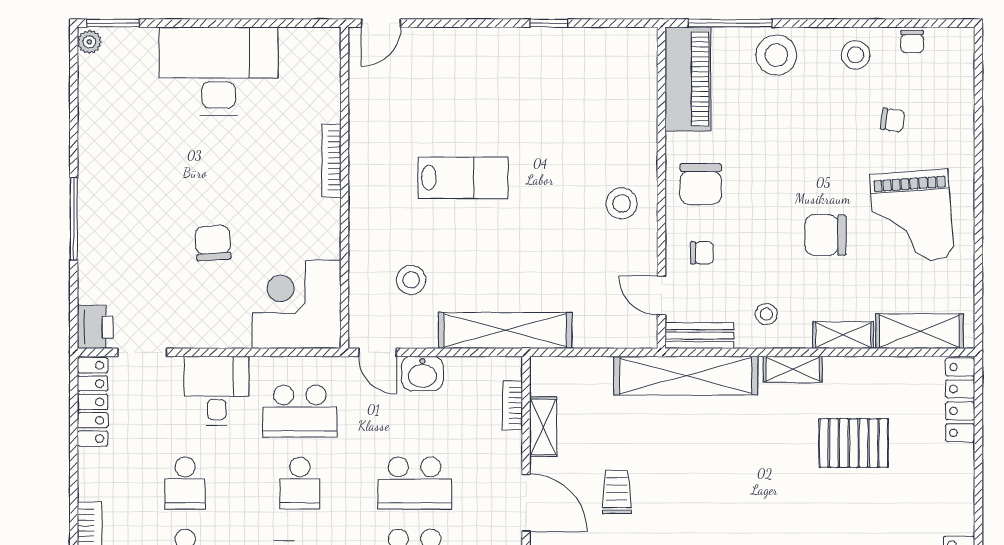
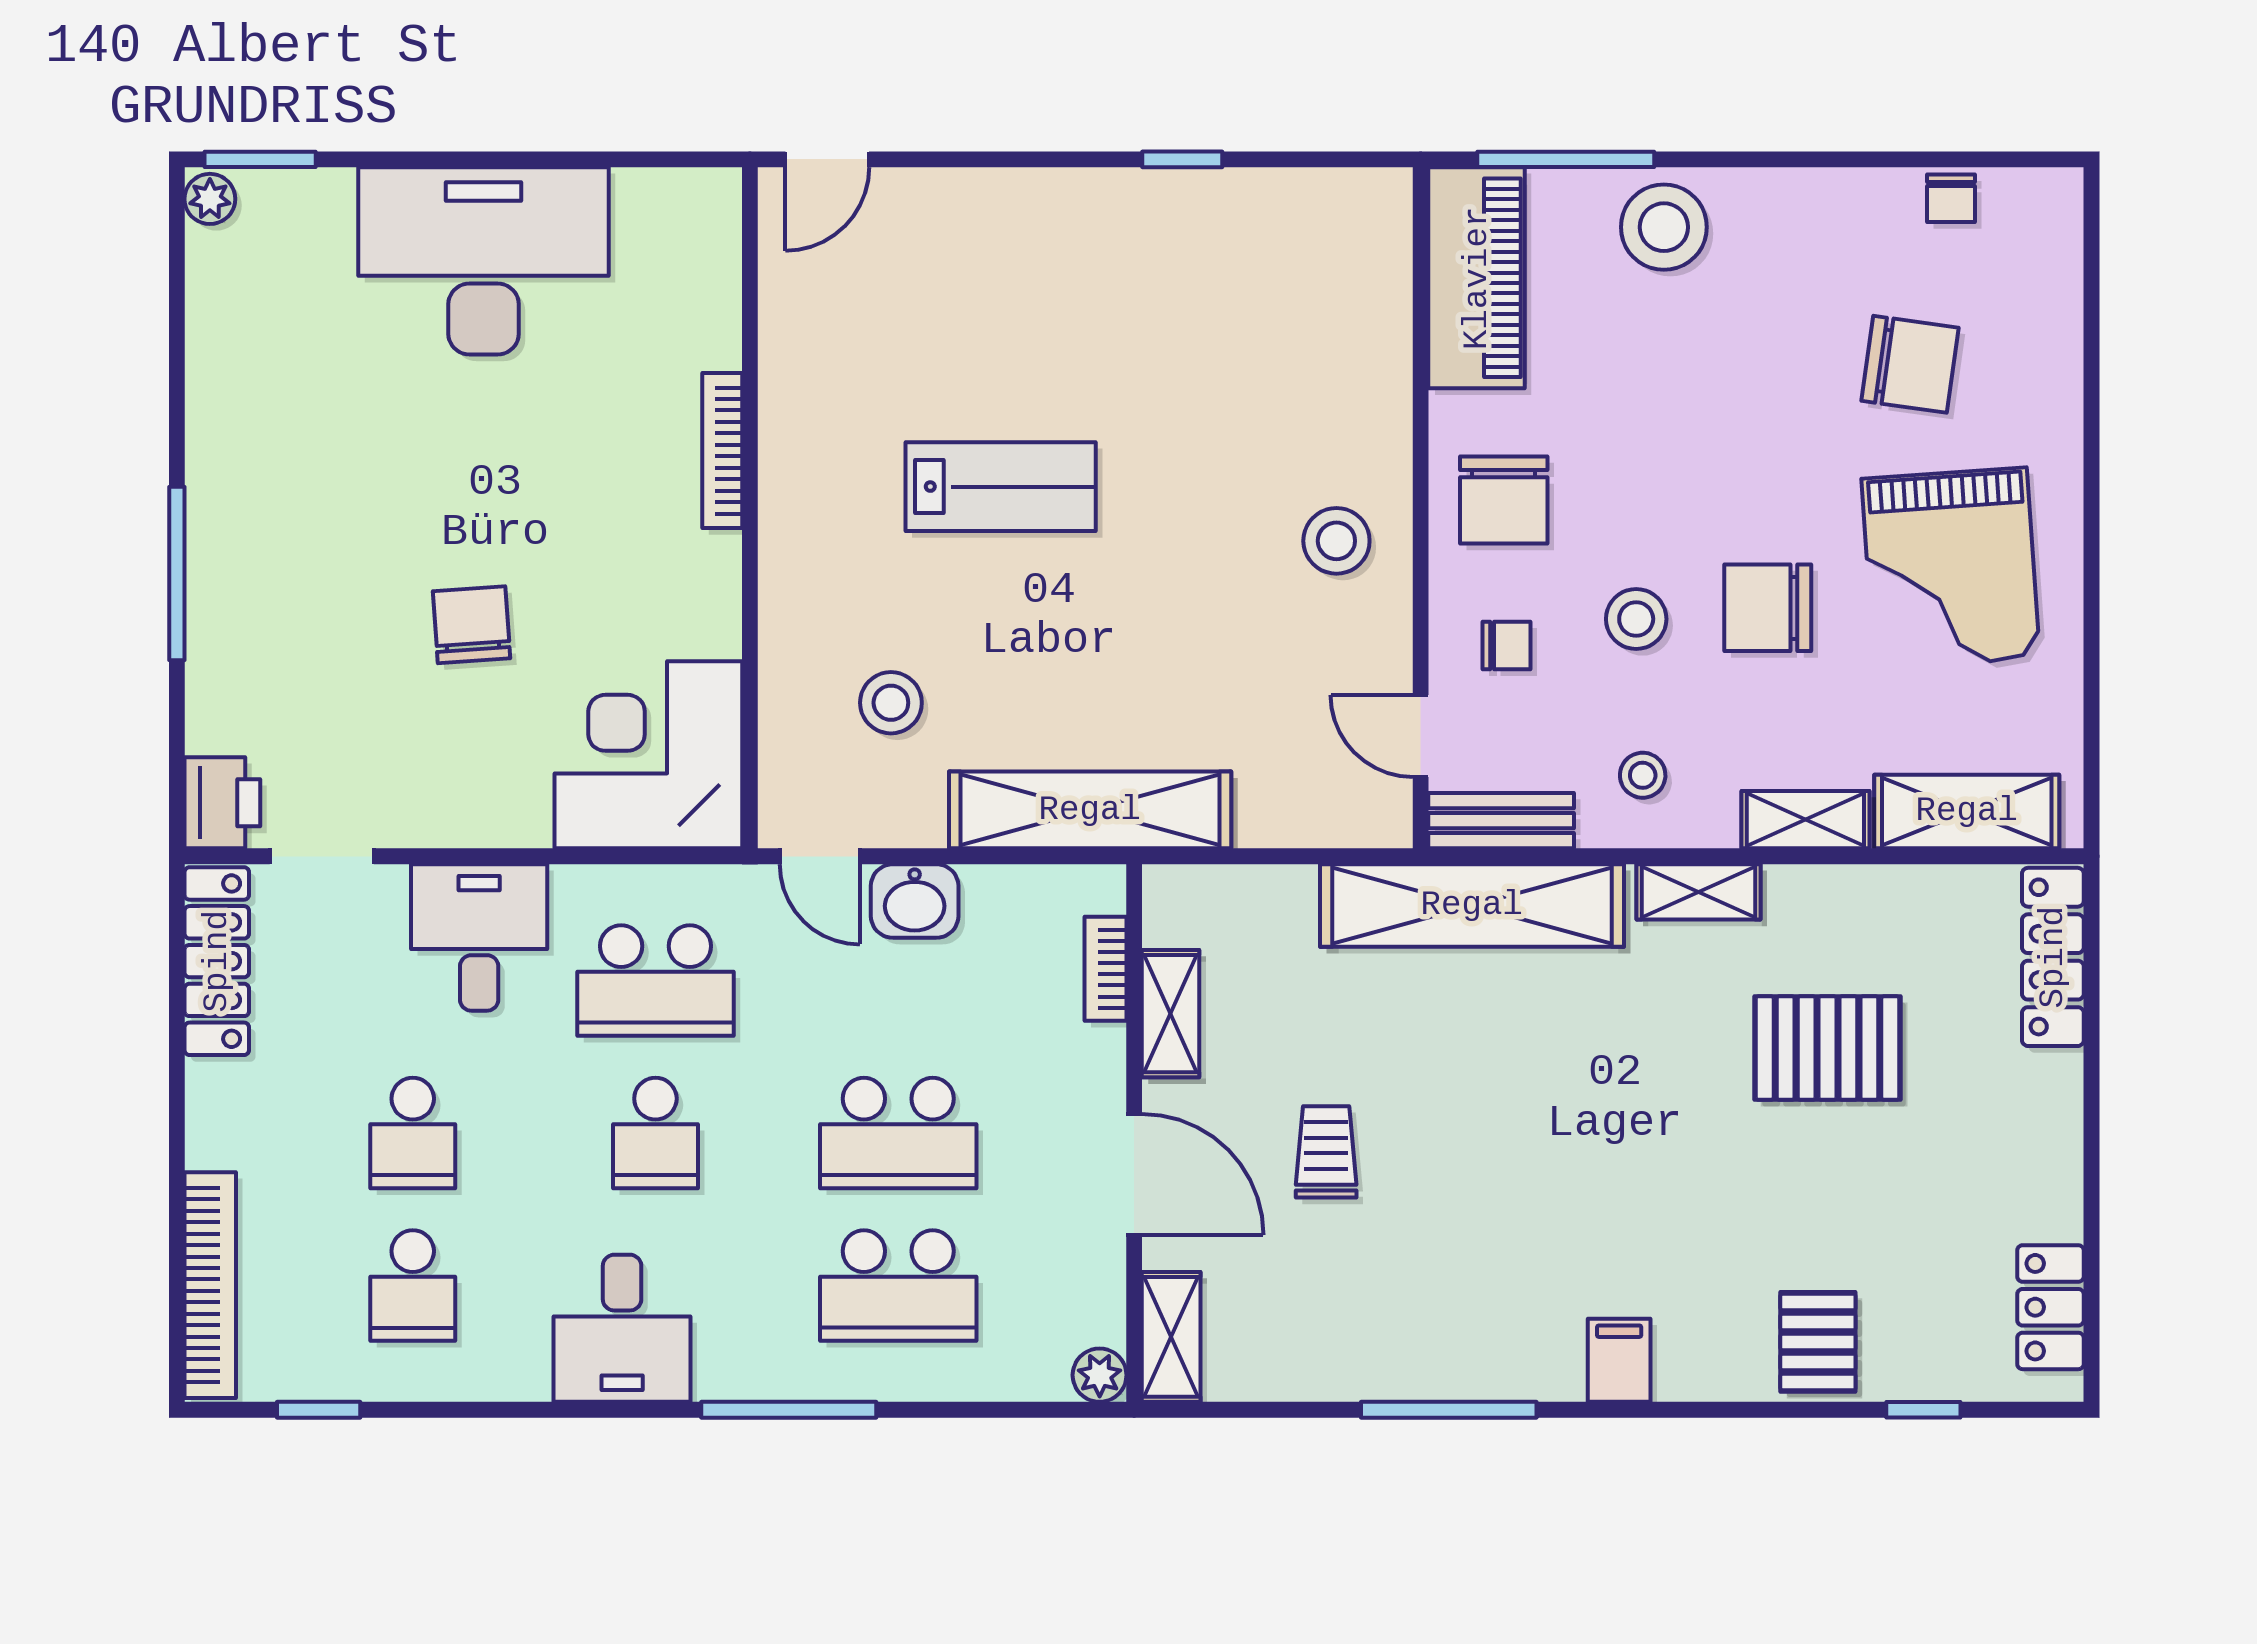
stool: (856, 55) -> (1636, 619), moved
chair: (893, 120) -> (1910, 364), width x1.87, depth x1.87

